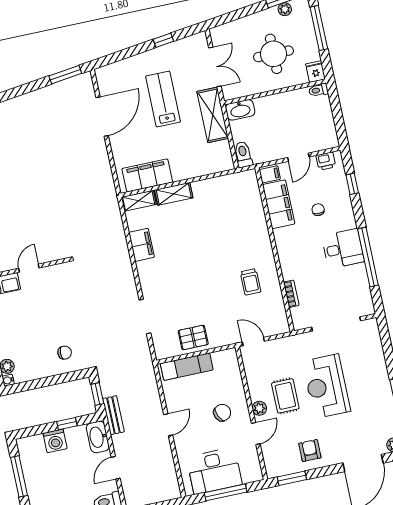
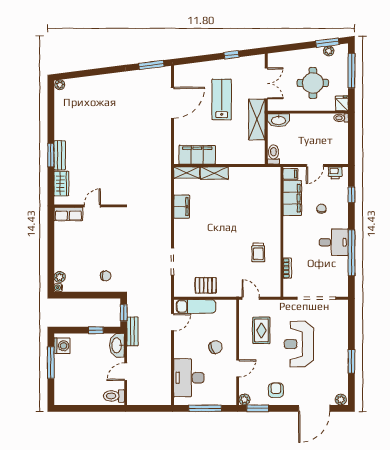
rug: (285, 396) -> (261, 330), moved
plant: (259, 408) -> (244, 400), moved
door: (168, 425) -> (173, 322), moved
washing machine: (55, 441) -> (62, 346), moved, turned -90
desk: (214, 471) -> (189, 378), moved, turned 90

